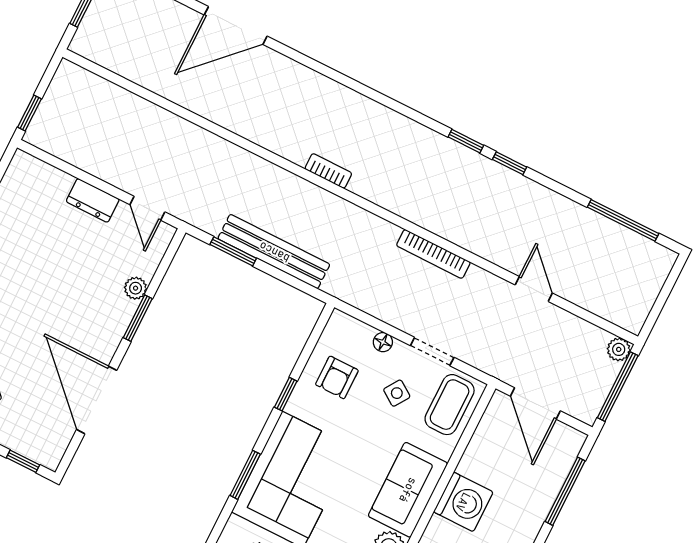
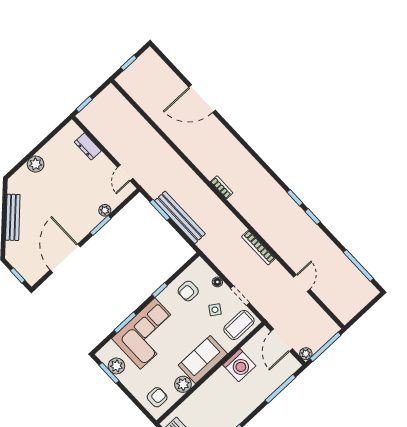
dresser: (93, 200) -> (88, 146), moved
plant: (619, 349) -> (306, 354), moved
washing machine: (463, 502) -> (239, 365), moved

